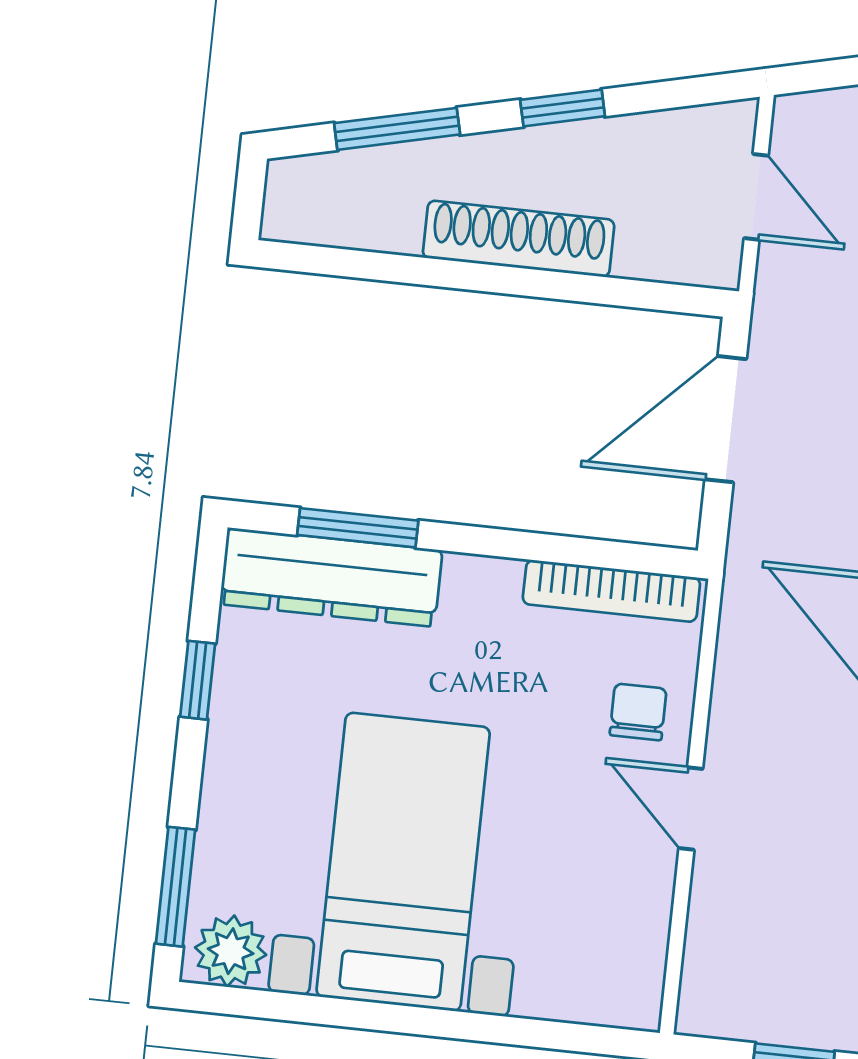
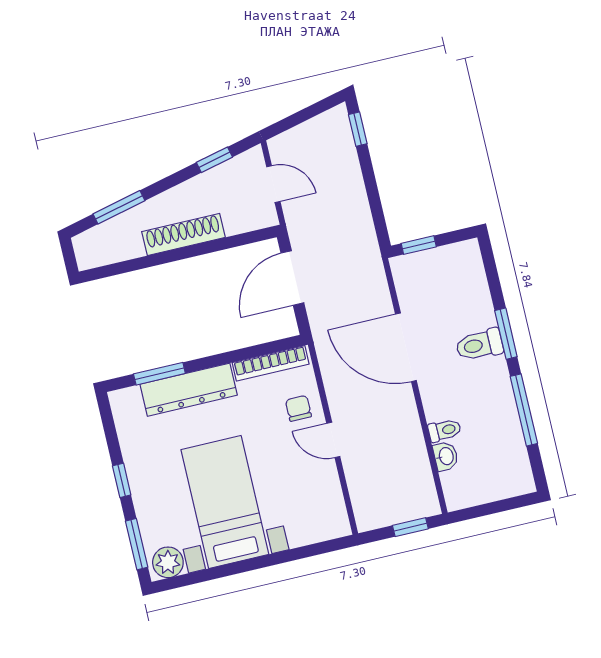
window: (563, 108) -> (214, 160), moved
dresser: (331, 577) -> (189, 390), moved
window: (198, 680) -> (122, 480), moved

